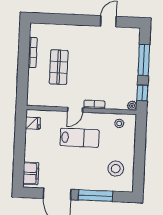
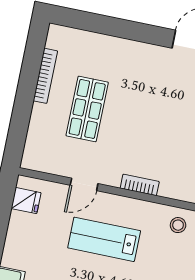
door: (75, 110) -> (84, 184), moved
lab bench: (80, 138) -> (104, 239), turned 180

